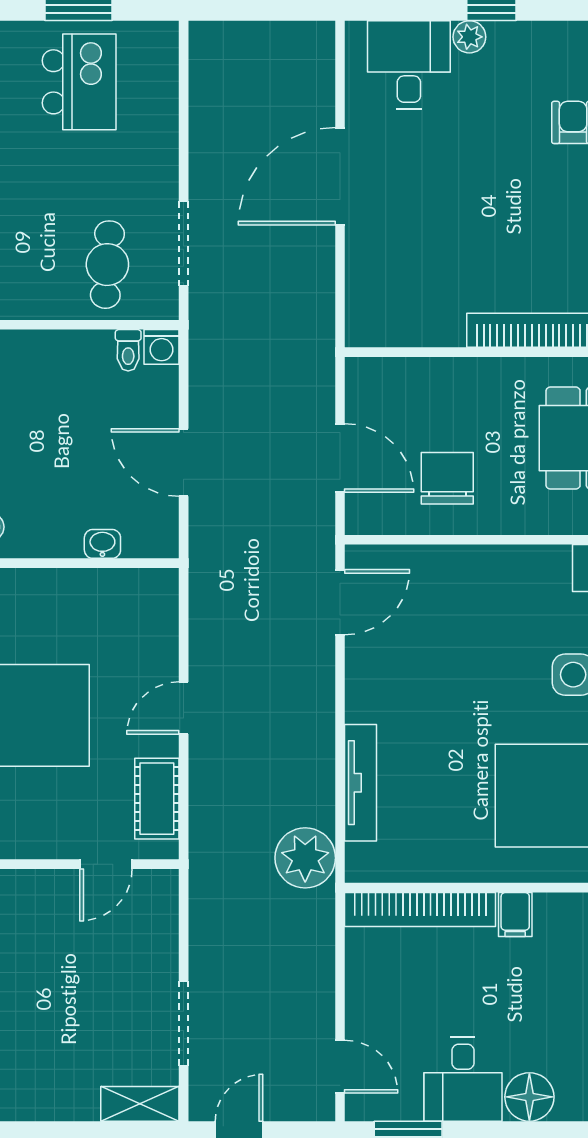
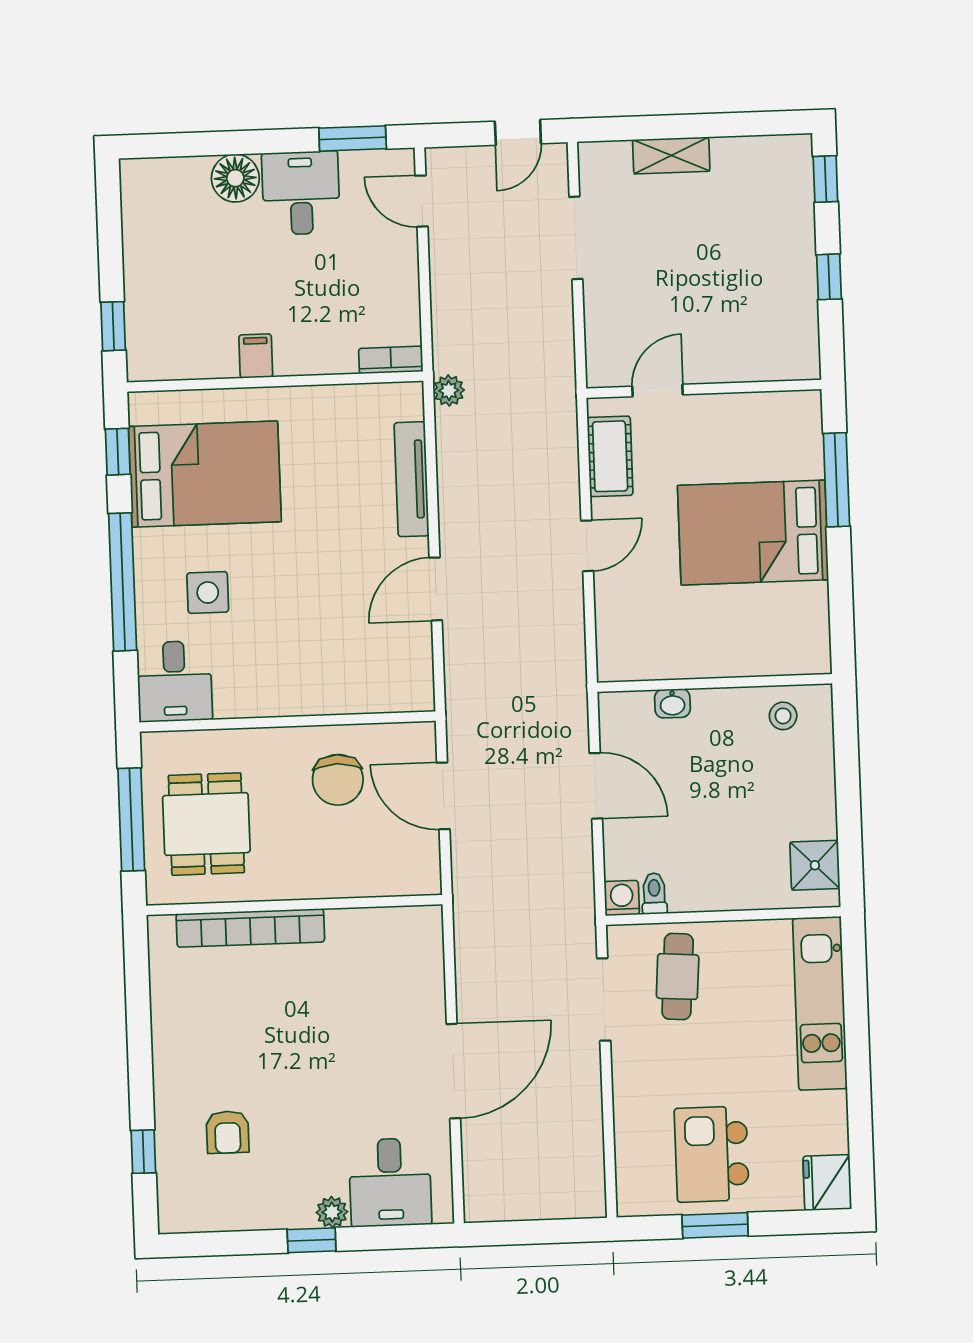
door: (340, 602) -> (436, 589), moved
plant: (305, 858) -> (449, 391), width x0.53, depth x0.53
bookcase: (420, 909) -> (391, 360), width x0.43, depth x0.76
shelving: (140, 1104) -> (671, 155), moved

